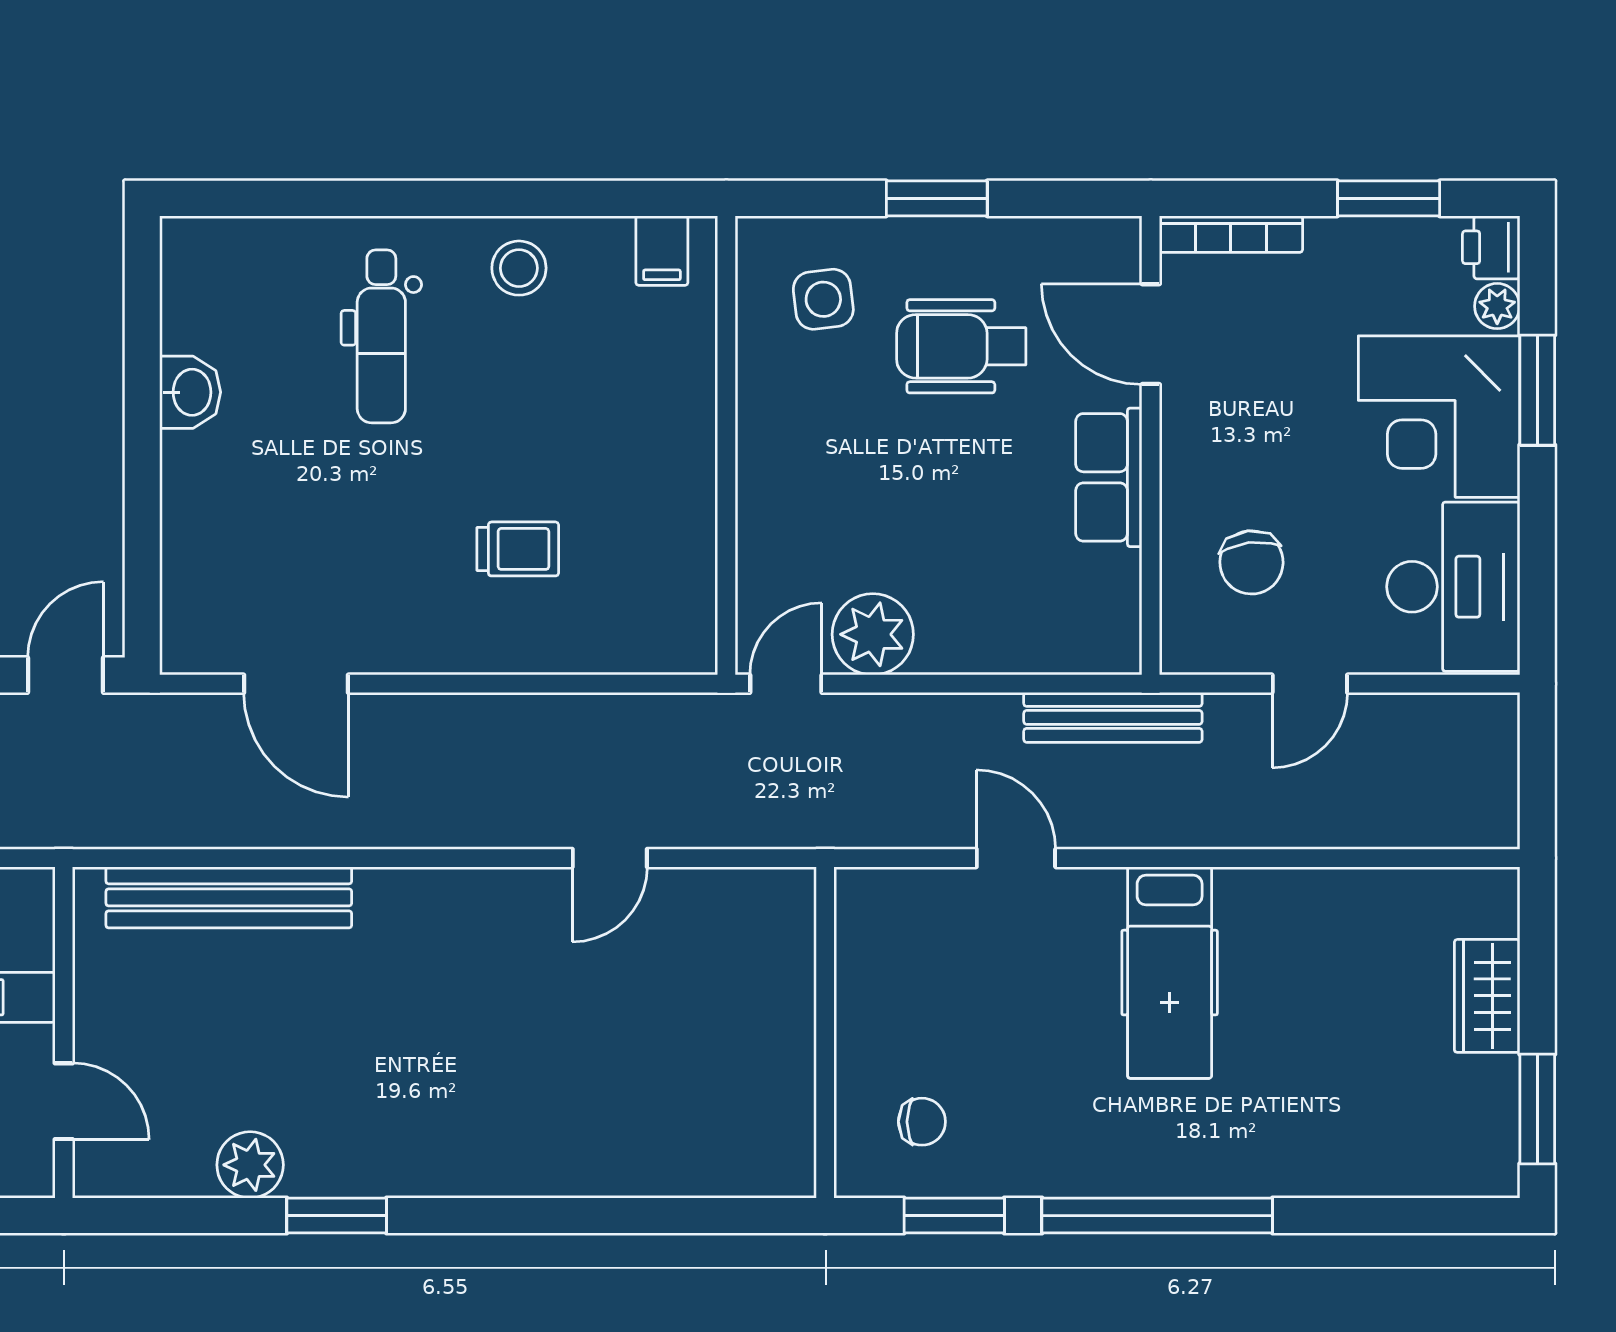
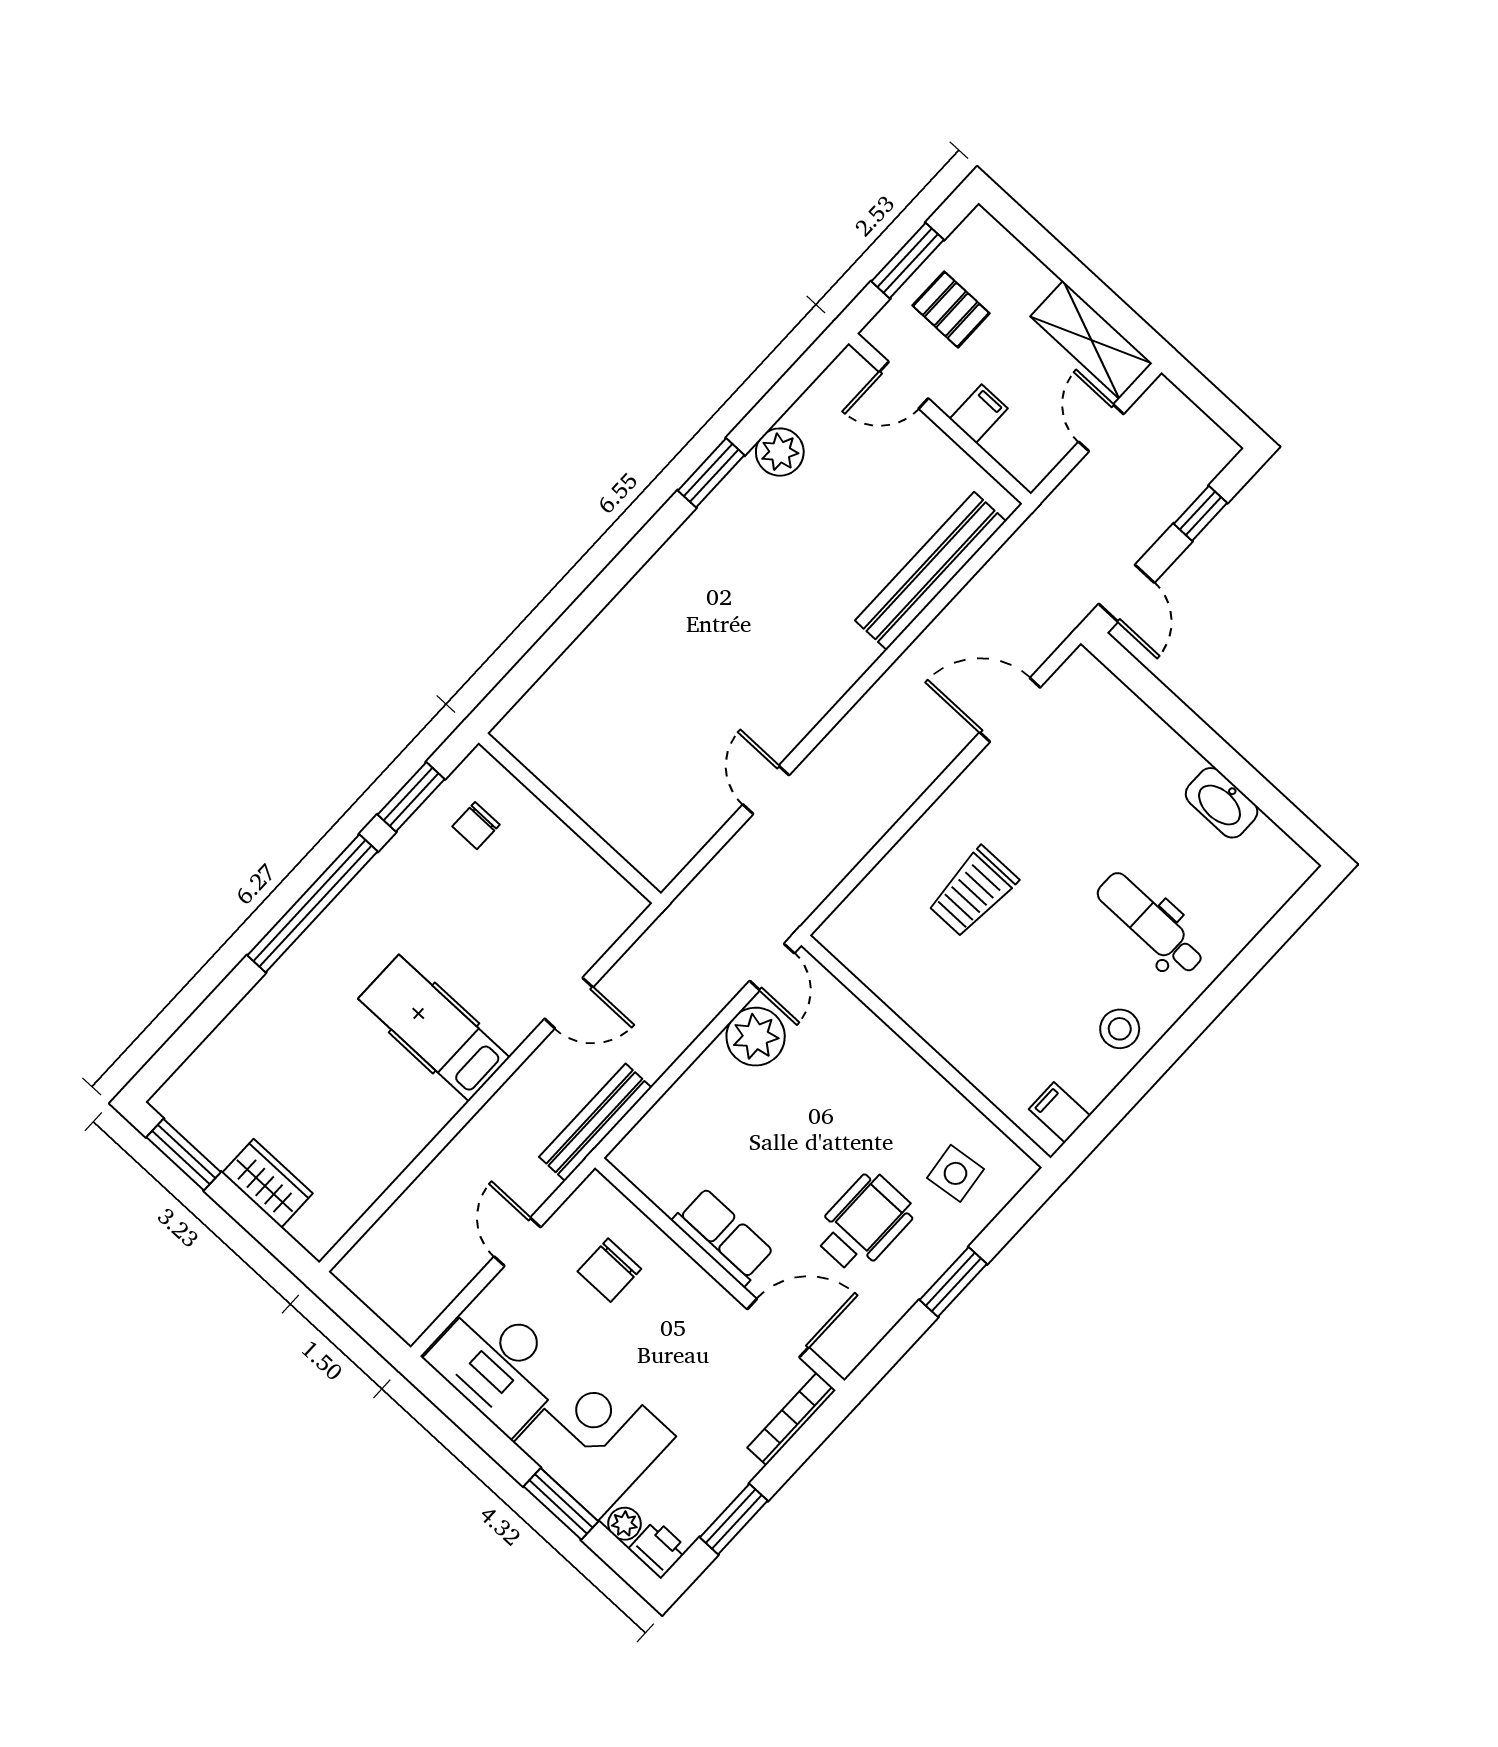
washbasin: (190, 392) -> (1222, 803), width x1.38
trolley: (518, 549) -> (973, 892), width x1.36, depth x1.39
chair: (1251, 562) -> (609, 1270), turned -83

